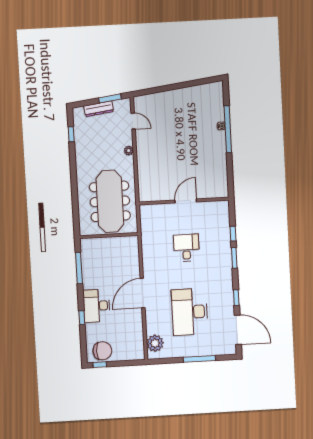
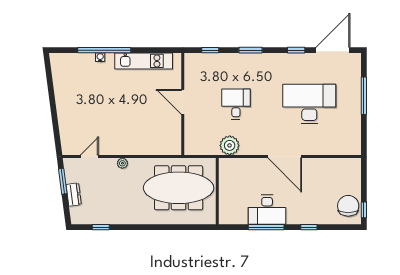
dresser: (99, 109) -> (74, 195), width x0.70
kitchen unit: (220, 165) -> (144, 61), added
window: (233, 234) -> (210, 50), moved
desk: (186, 248) -> (236, 104), turned 90
window: (79, 268) -> (266, 227), moved
desk: (96, 306) -> (267, 210), moved
desk: (190, 312) -> (309, 104), turned 180
plant: (155, 343) -> (230, 145), moved

